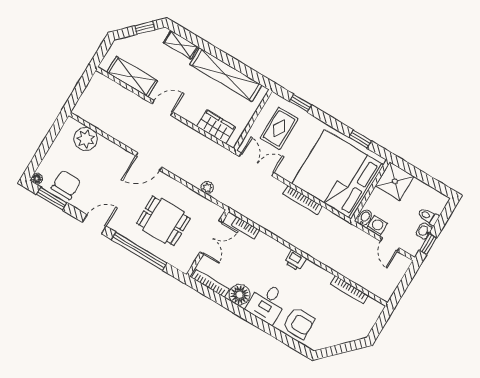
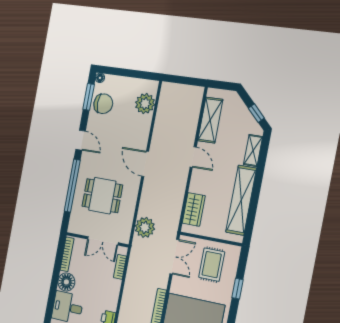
window: (300, 103) -> (237, 289), moved
rug: (279, 128) -> (212, 265), turned 90
plant: (207, 188) -> (145, 227), width x1.88, depth x1.88
dining table: (163, 221) -> (102, 196), turned 90

